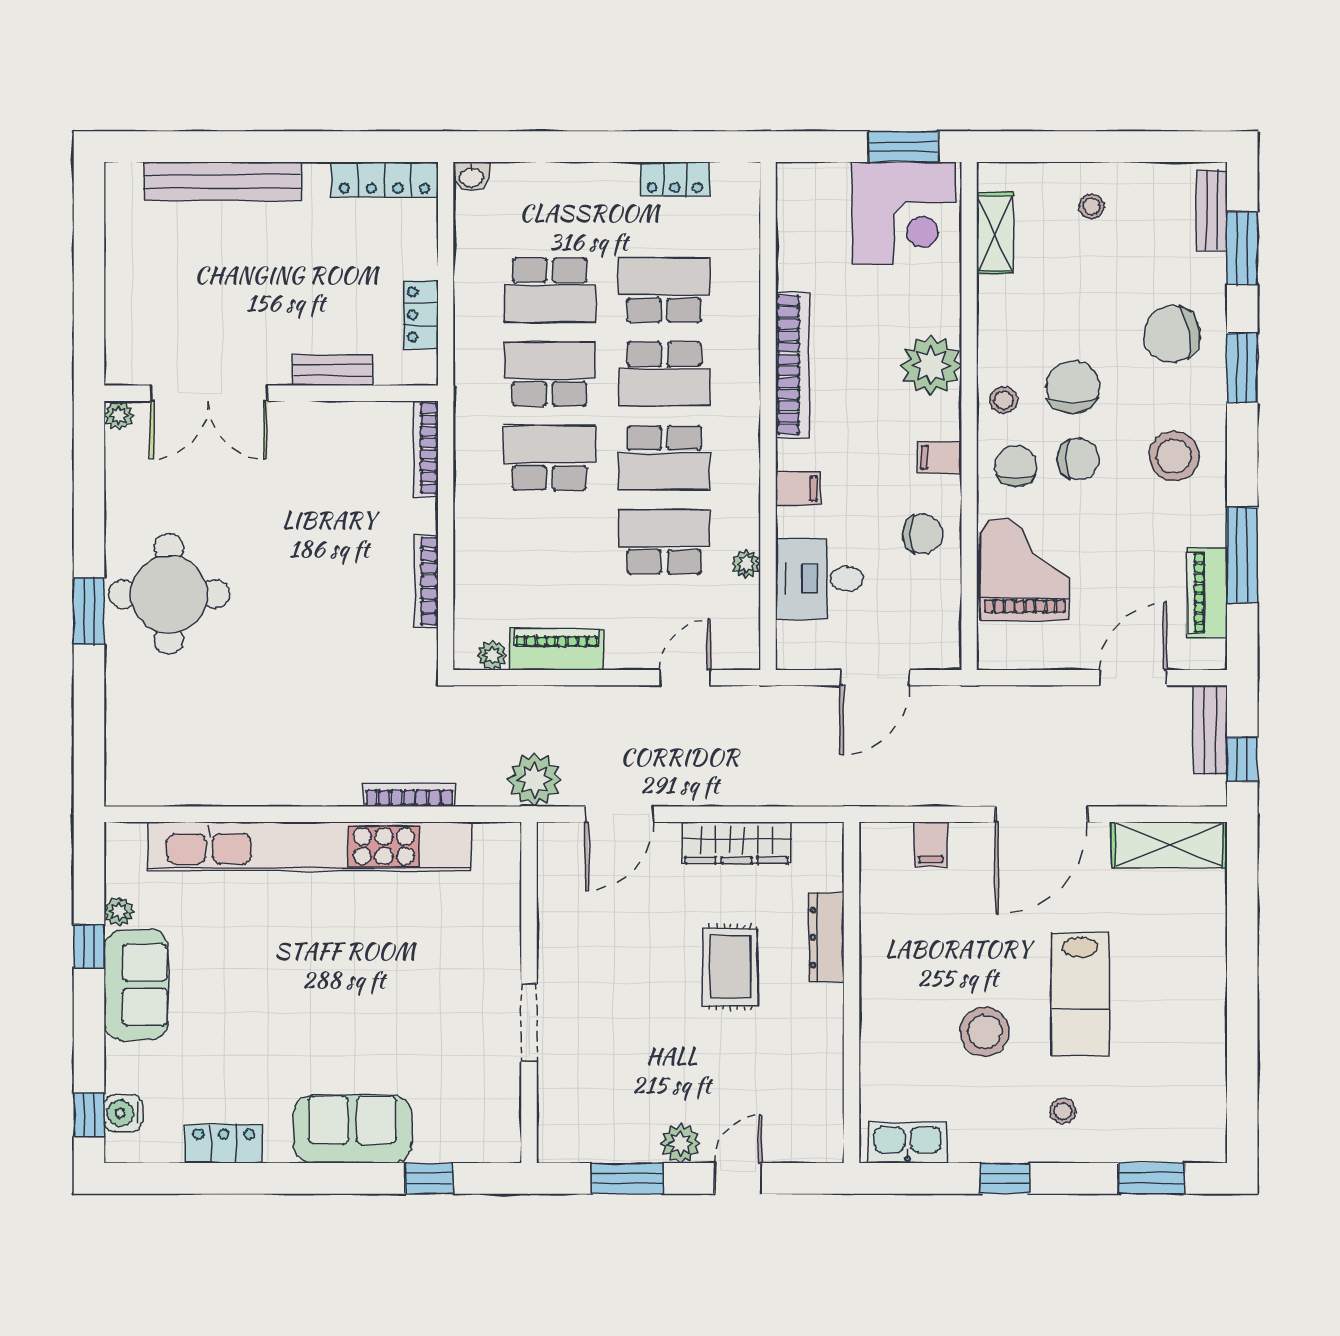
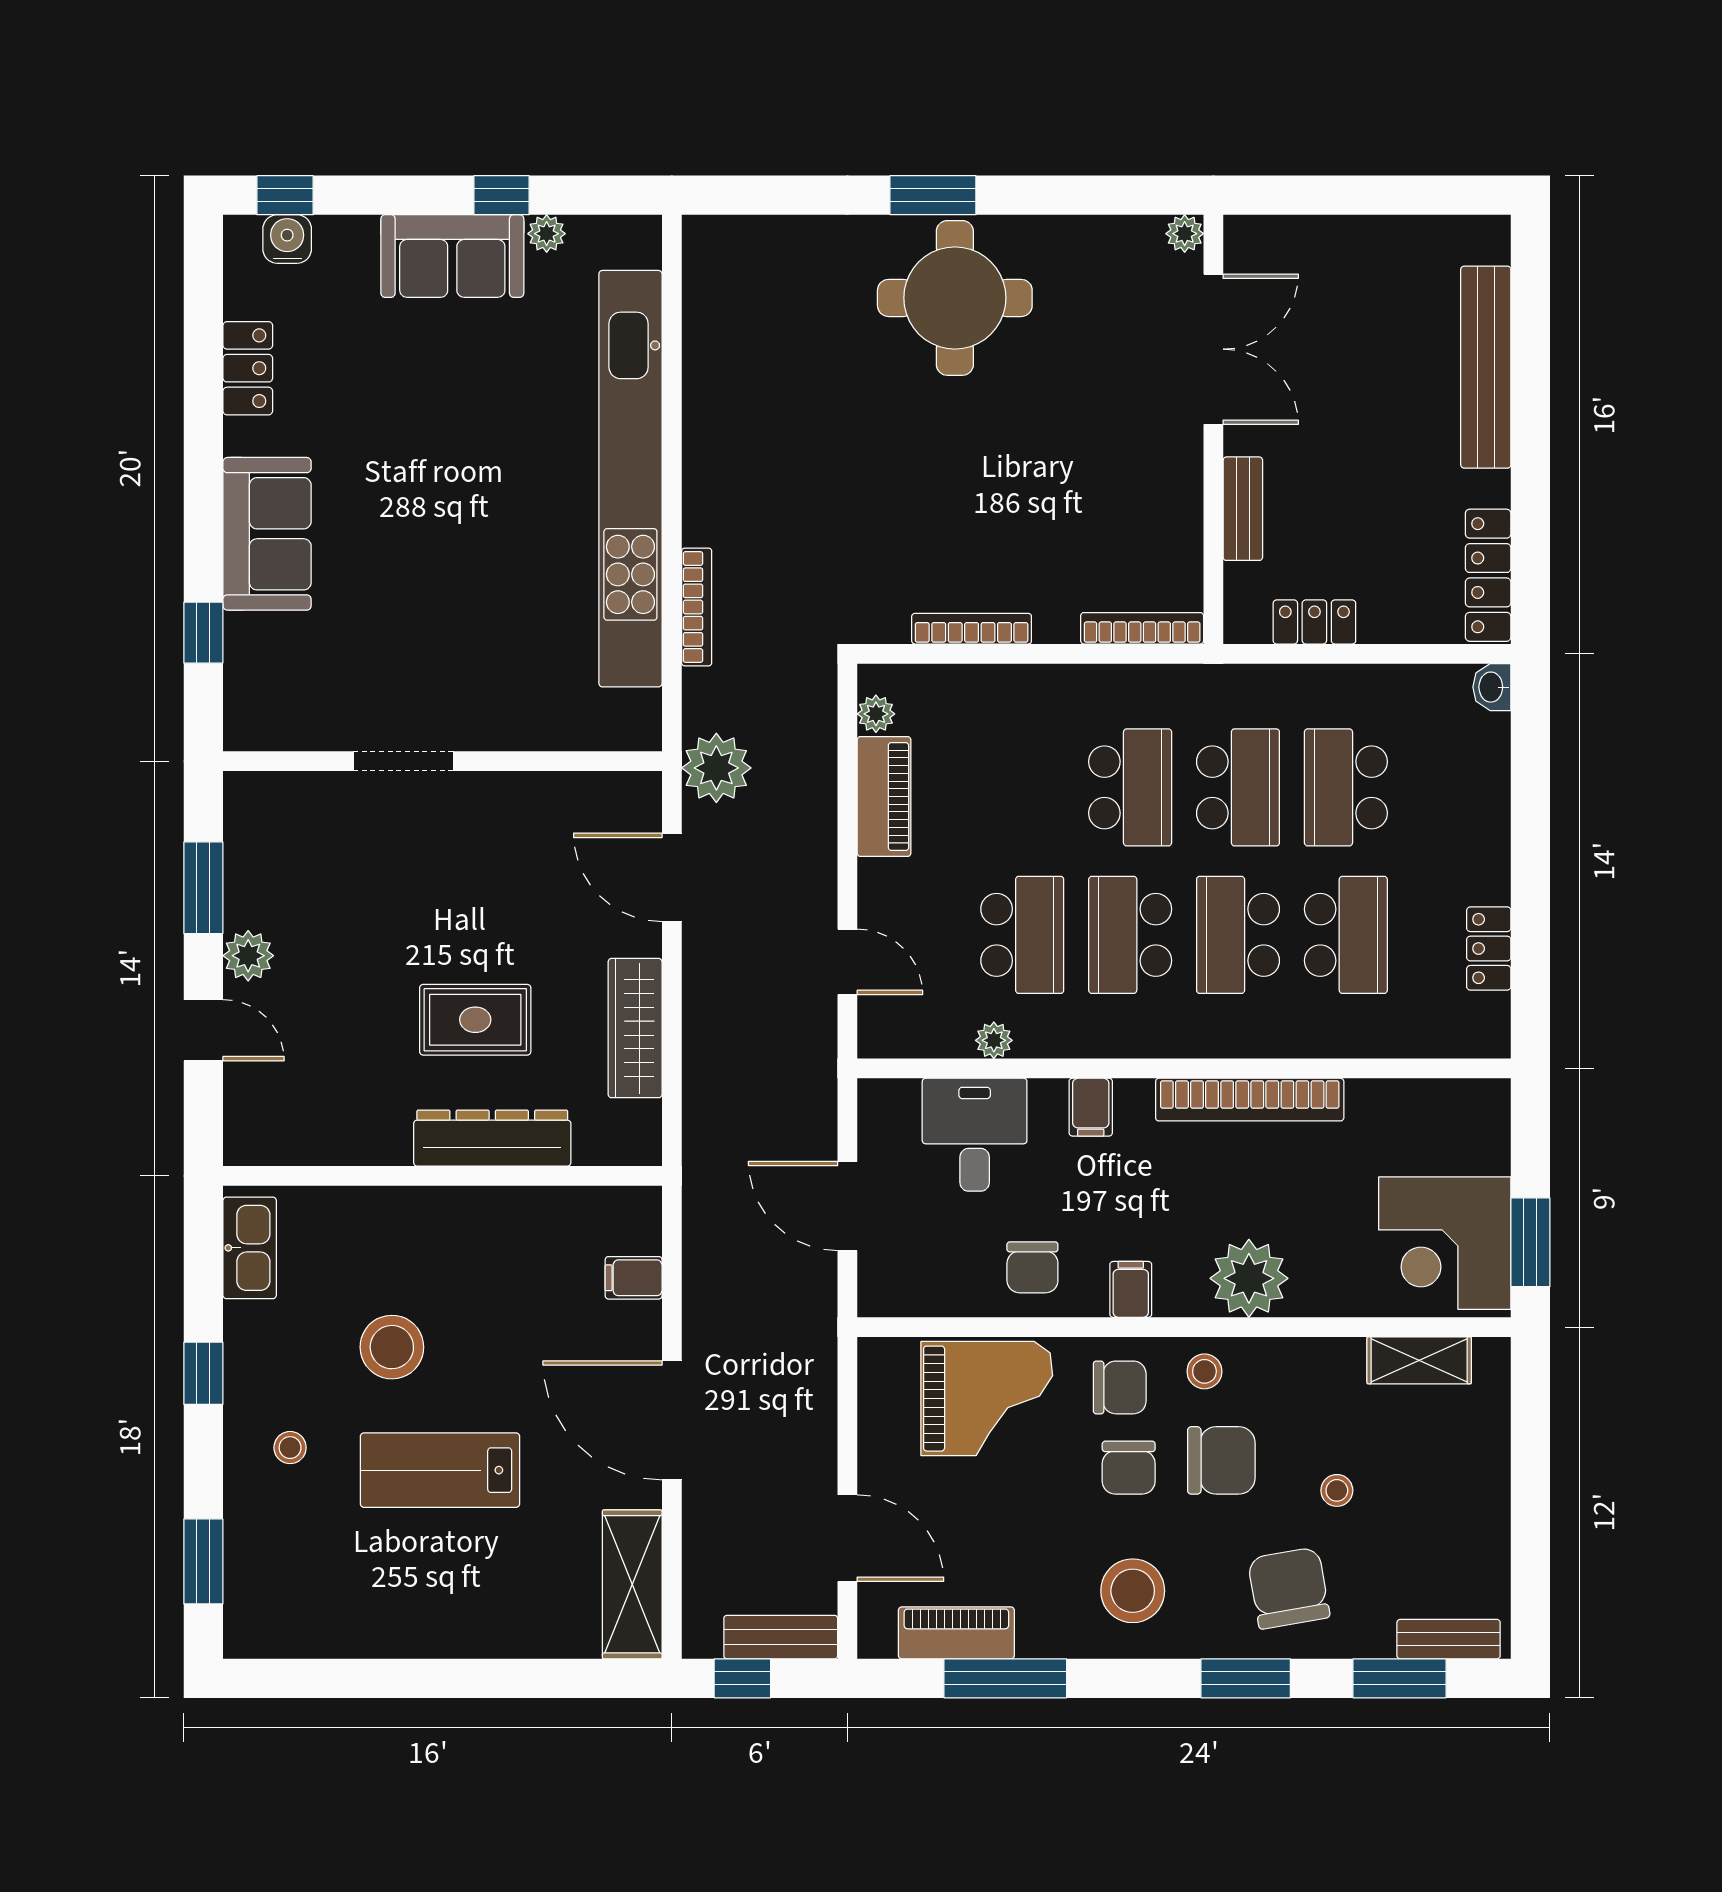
stool: (1092, 207) -> (1337, 1490), moved
double door: (209, 393) -> (1213, 349), swing flipped
dresser: (826, 937) -> (492, 1138), width x1.37, depth x1.24

